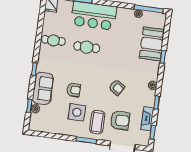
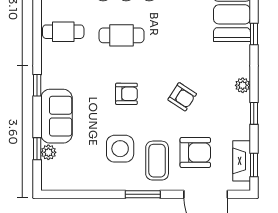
armchair: (74, 90) -> (126, 94), moved
fireplace: (147, 119) -> (242, 161), moved

